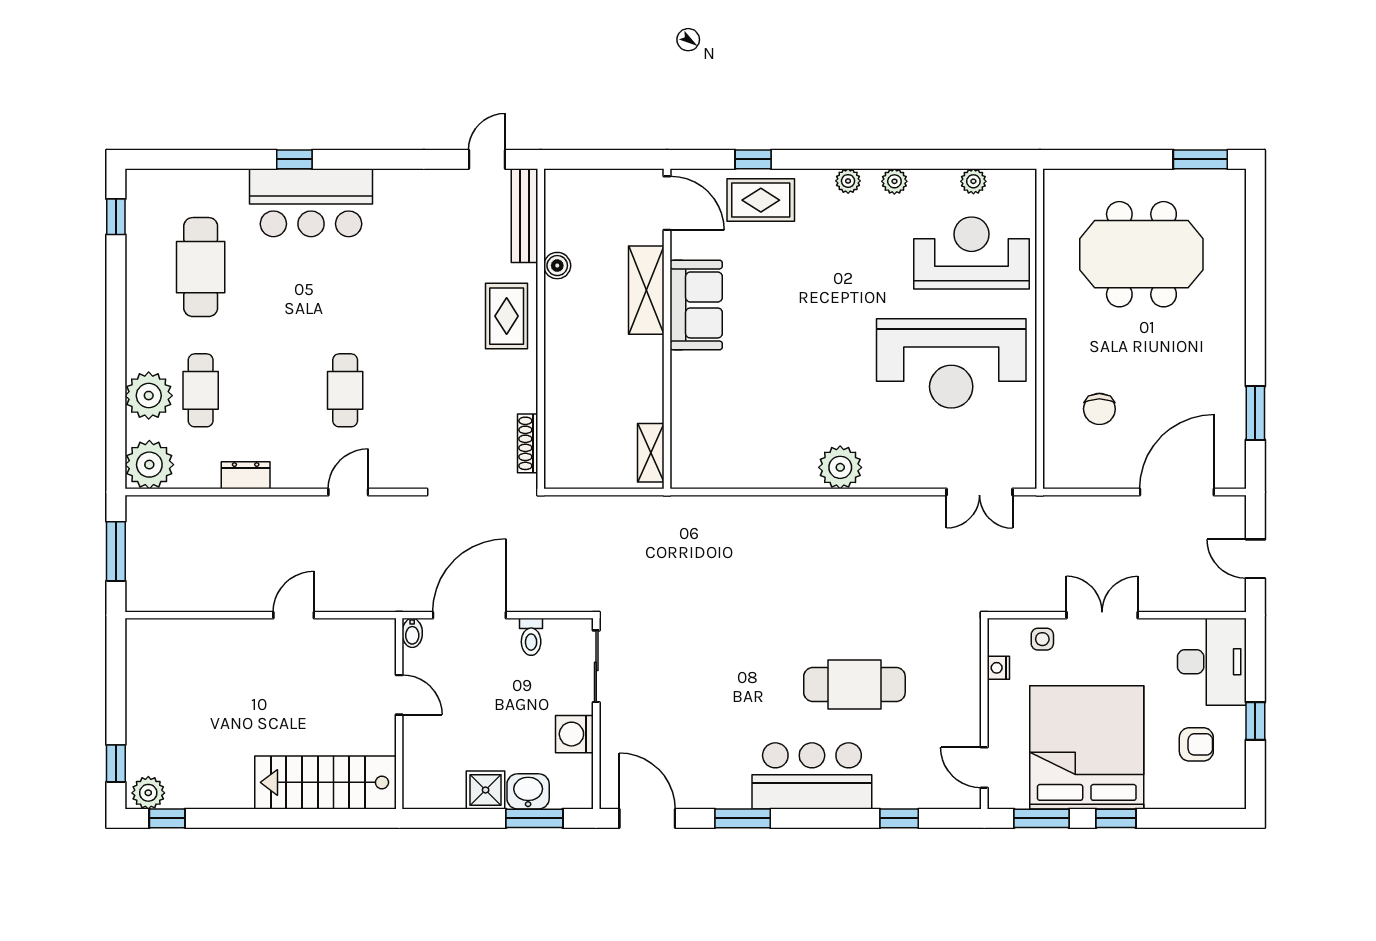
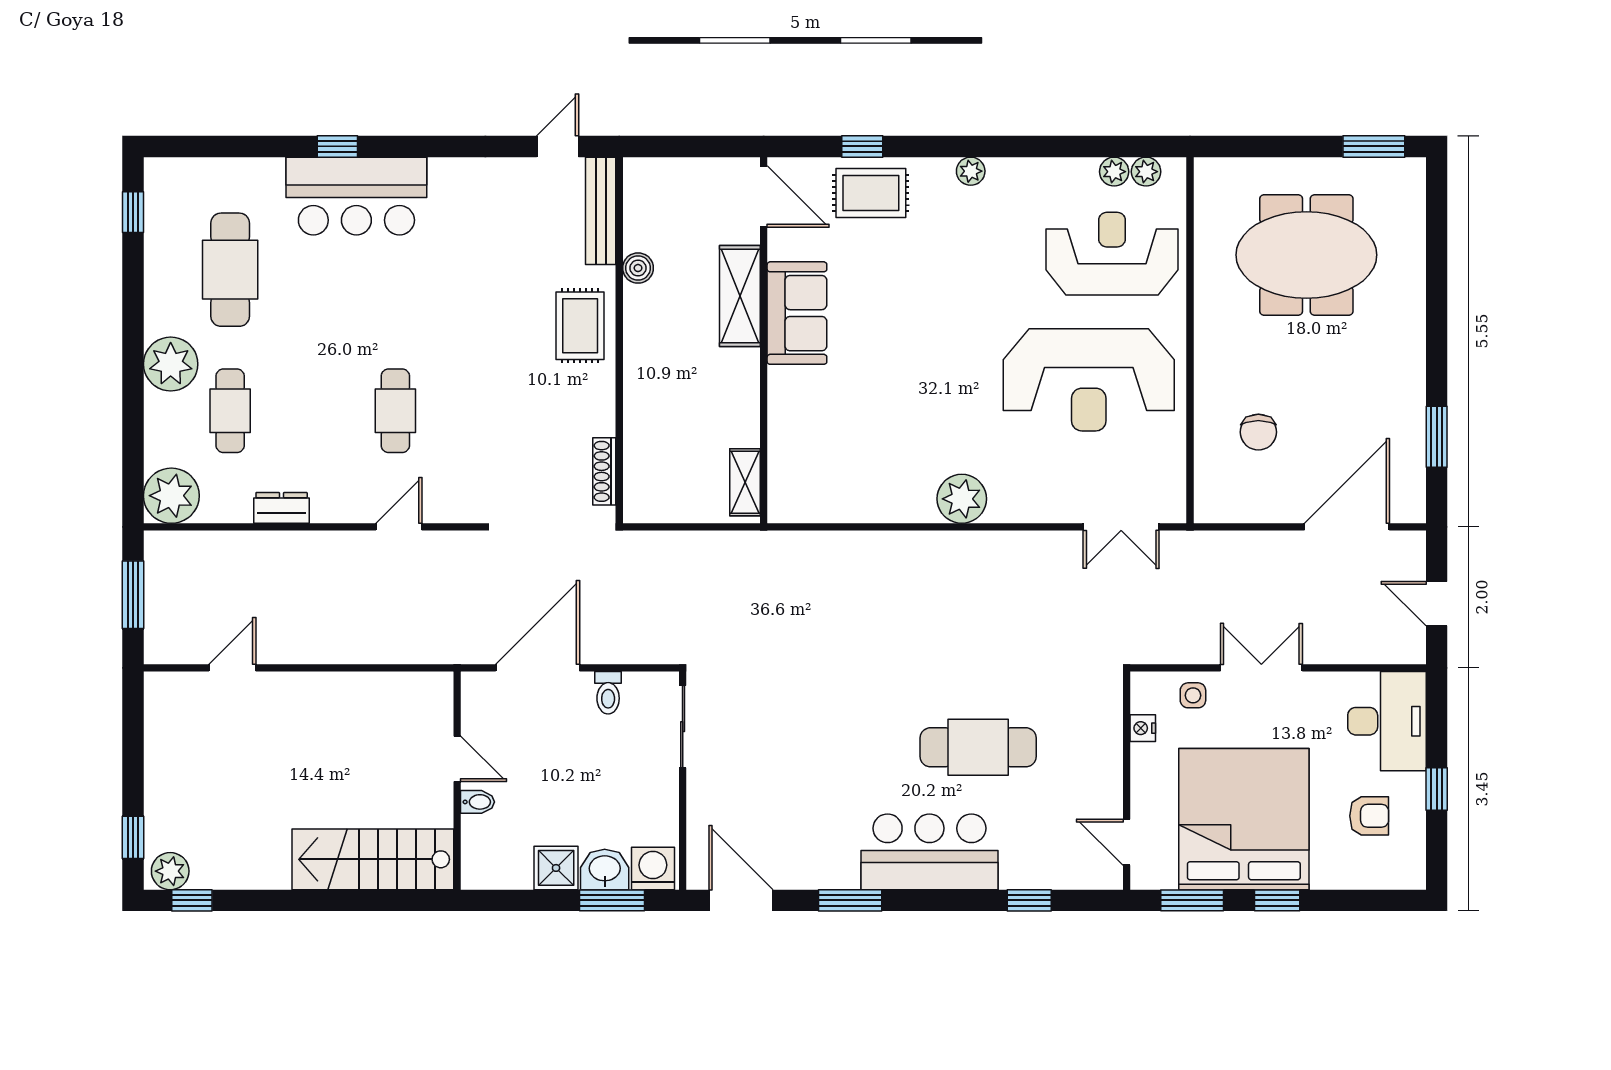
plant: (894, 181) -> (1146, 172), moved
plant: (149, 396) -> (171, 364), moved
door: (294, 615) -> (232, 668), moved
bidet: (412, 633) -> (478, 802), moved, turned -90
washing machine: (574, 734) -> (653, 868), moved, turned 90

